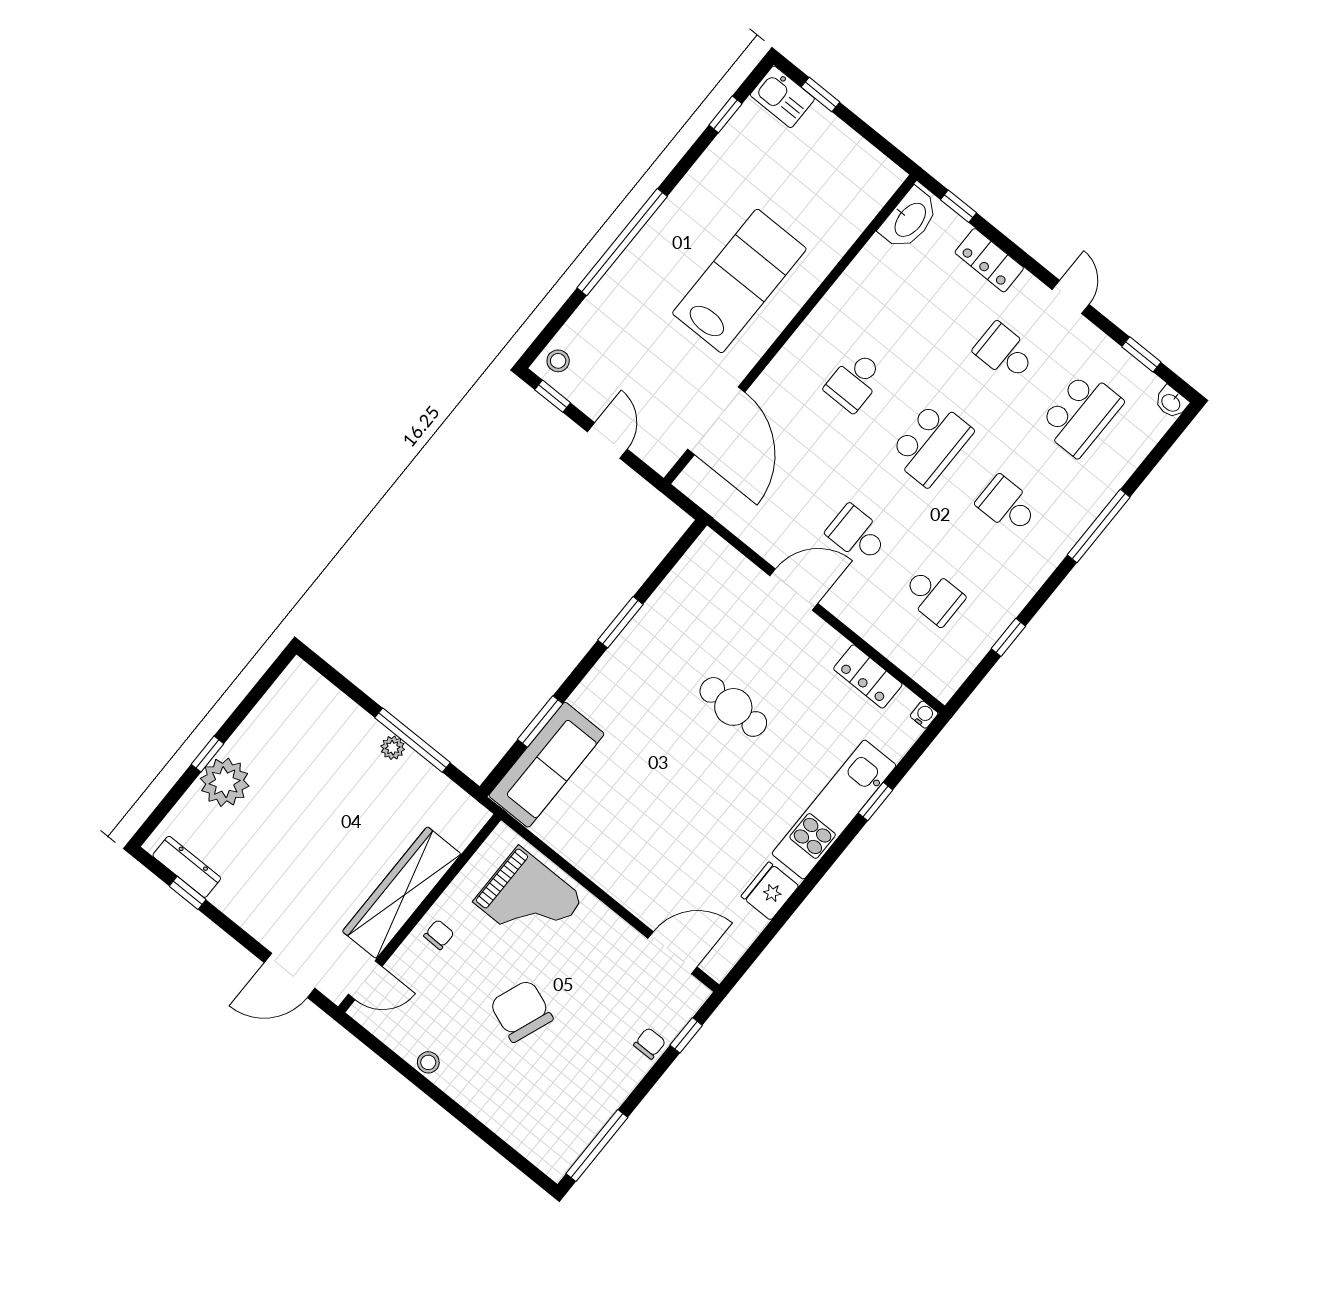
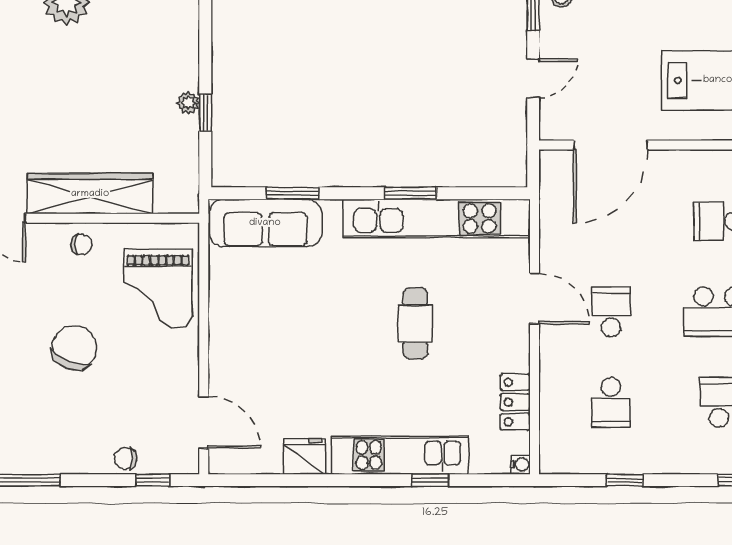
kitchen unit: (659, 618) -> (437, 219), added
window: (412, 740) -> (205, 113), width x0.46
chair: (650, 1043) -> (126, 459), turned 180

